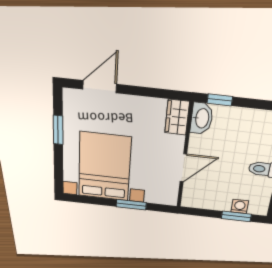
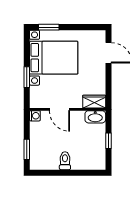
window: (220, 100) -> (108, 141), moved
window: (58, 130) -> (49, 27), moved
washing machine: (240, 206) -> (35, 116), moved

